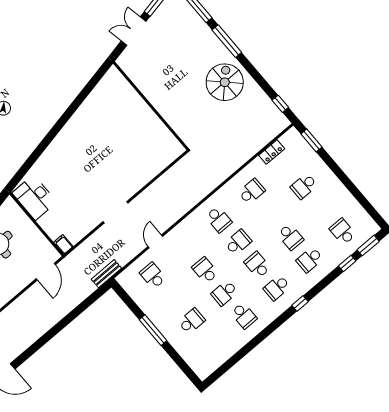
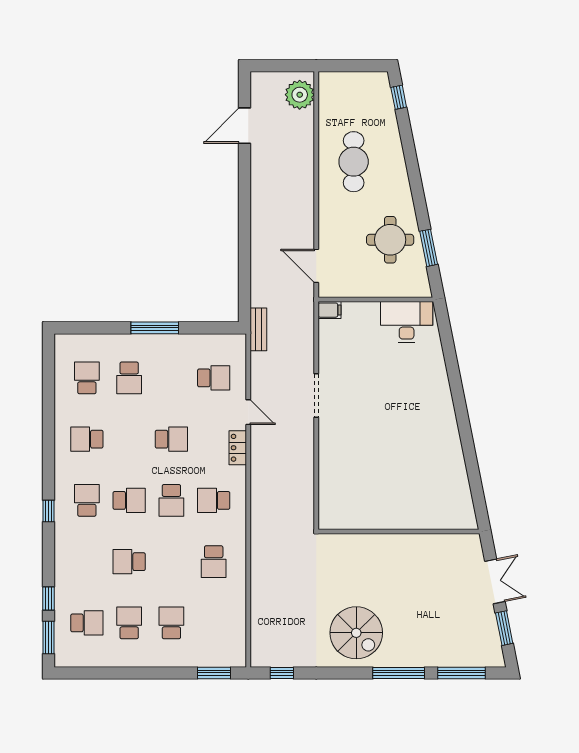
locker: (272, 152) -> (238, 448), moved
school desk: (310, 260) -> (129, 623), moved
school desk: (224, 293) -> (87, 378), moved

